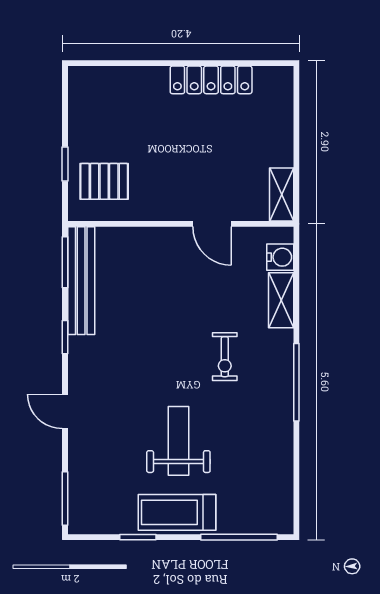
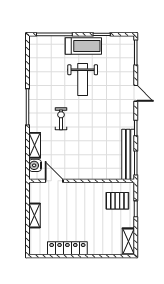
shelving: (81, 95) -> (128, 241), added
shelving: (282, 195) -> (34, 216), moved
door: (212, 224) -> (54, 181), moved

